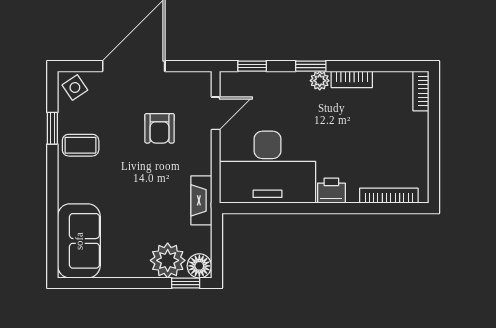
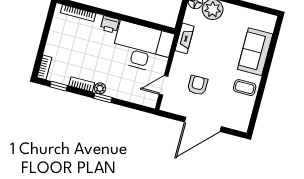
window: (252, 66) -> (59, 86), moved
side table: (75, 88) -> (239, 121), removed
window: (52, 128) -> (258, 101), removed
sofa: (79, 241) -> (255, 52), moved

